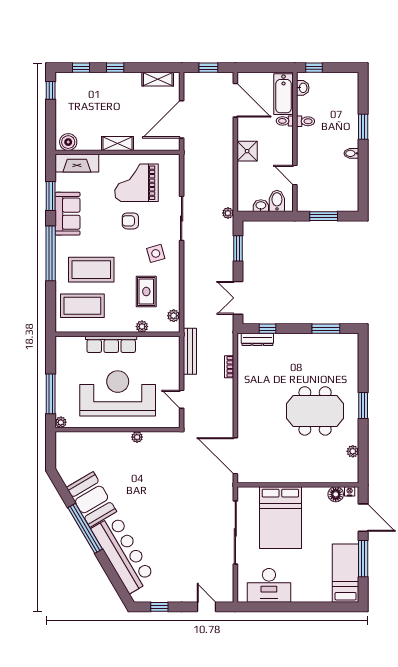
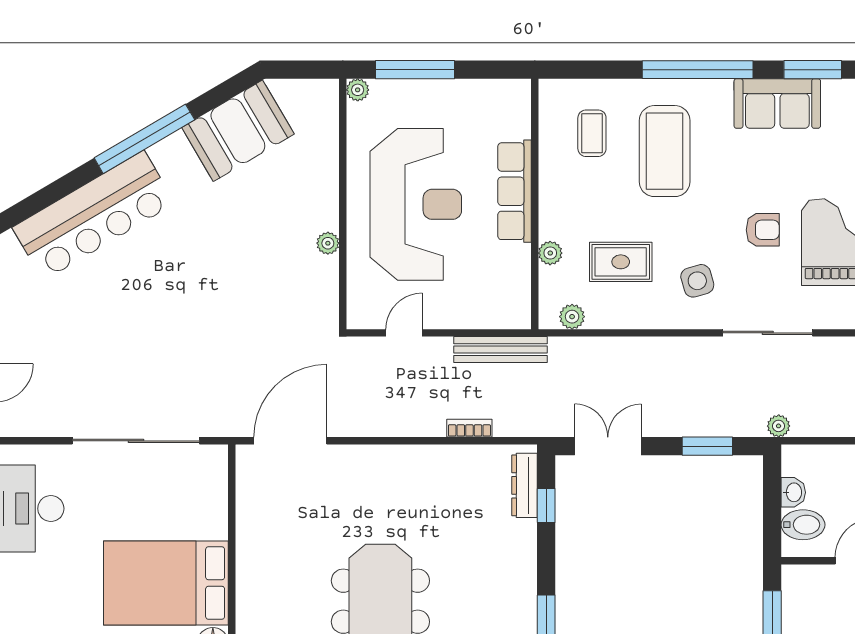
armchair: (130, 221) -> (763, 230), turned 90
coffee table: (82, 306) -> (592, 133), width x0.54, depth x0.58
booth: (92, 499) -> (238, 131), moved
bed: (280, 518) -> (166, 583), moved

